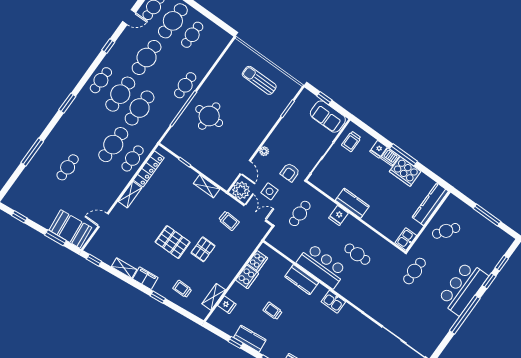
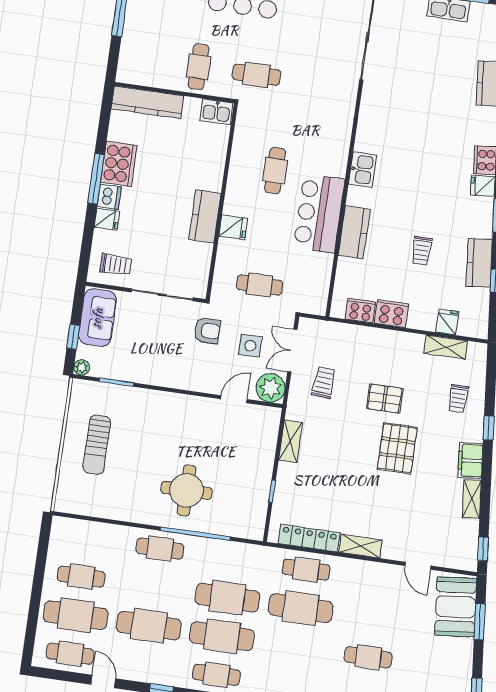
plant: (264, 151) -> (82, 367), moved
cafe table: (446, 231) -> (199, 67), moved, turned 53

